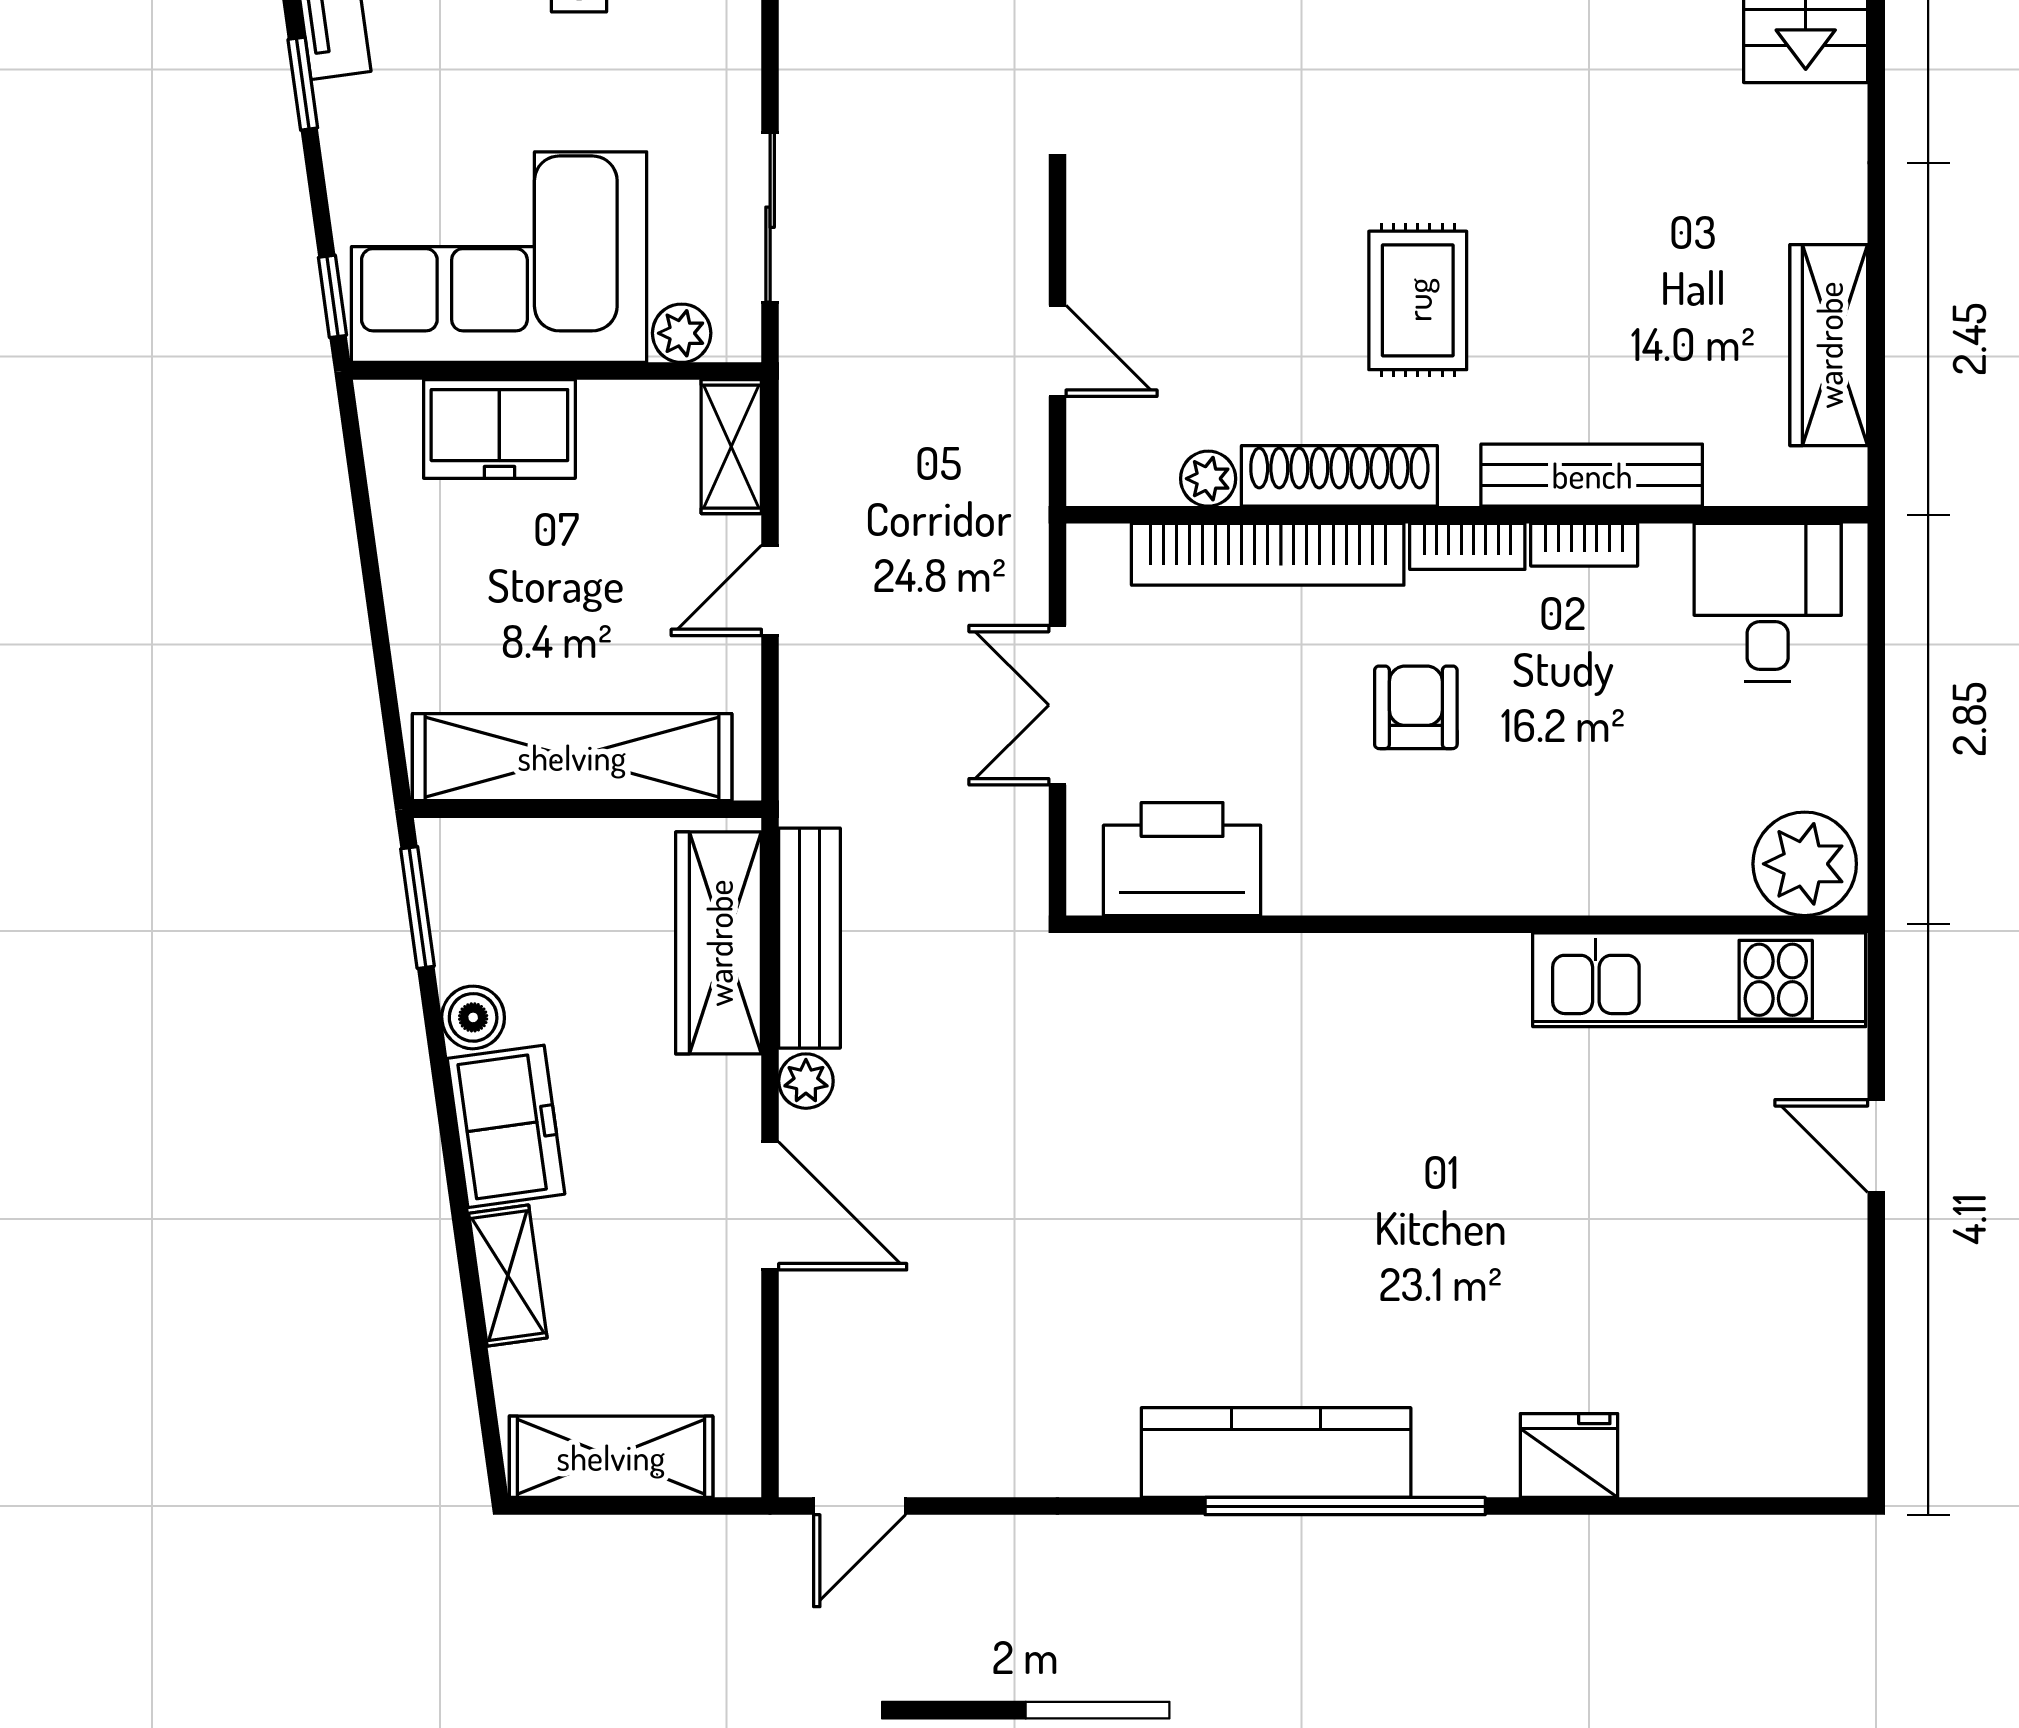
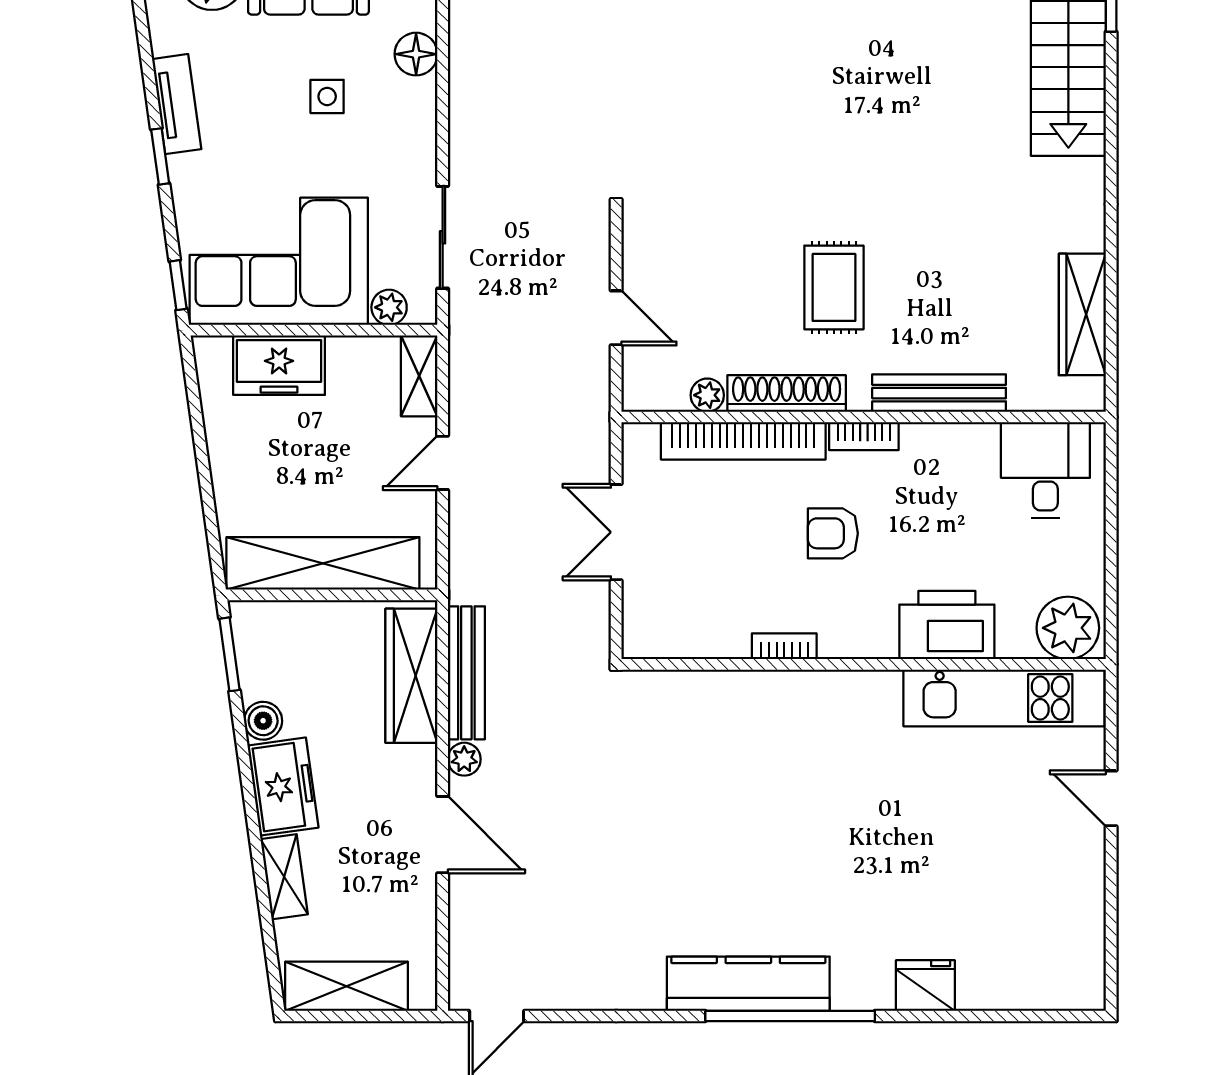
bookcase: (1584, 545) -> (784, 646), moved, turned 180
armchair: (1416, 707) -> (833, 533), turned -90
printer: (1182, 859) -> (947, 625), moved

